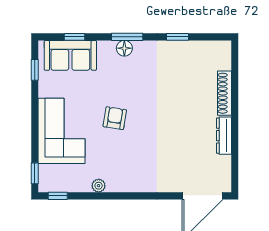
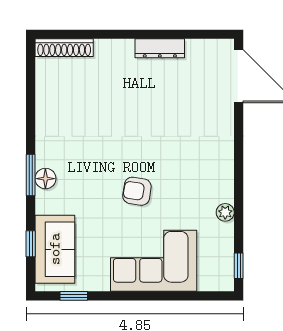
window: (177, 37) -> (31, 109), removed
shoe rack: (224, 93) -> (64, 48), moved
window: (35, 173) -> (209, 296), removed

